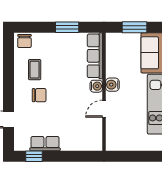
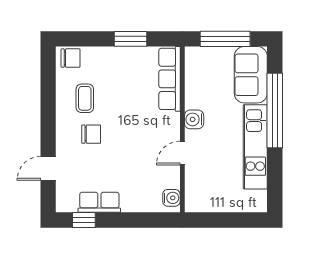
window: (134, 27) -> (225, 39), width x1.44
chair: (24, 41) -> (70, 58), turned -90
water cooler: (96, 86) -> (171, 198), moved

